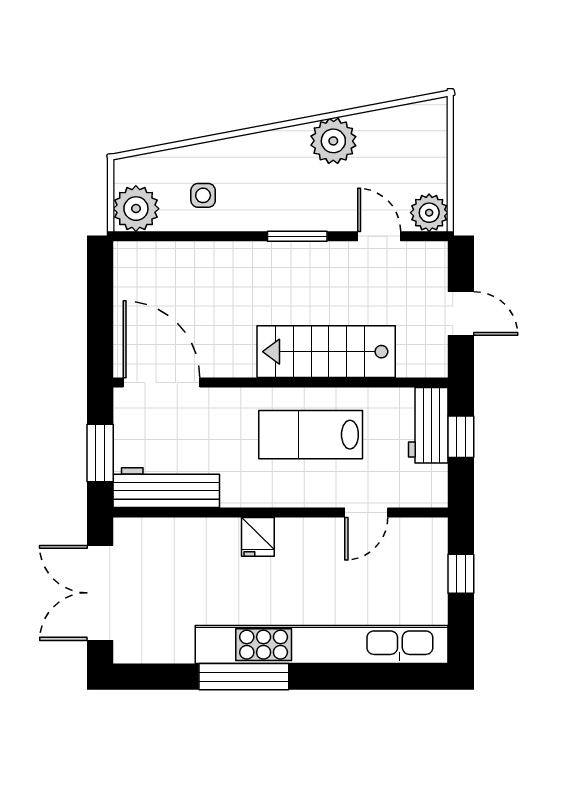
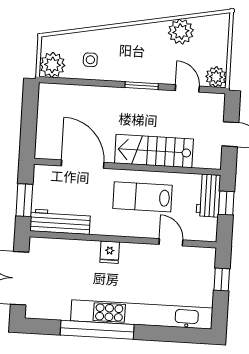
plant: (333, 141) -> (181, 32), moved
door: (162, 383) -> (83, 164), moved
door: (366, 513) -> (171, 242), swing flipped
window: (244, 677) -> (97, 330), width x1.46

